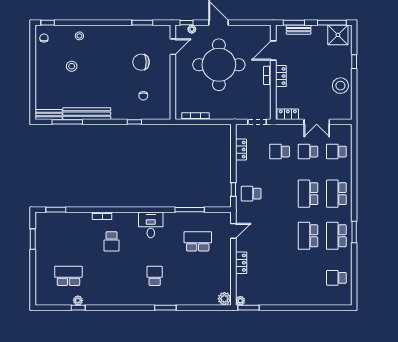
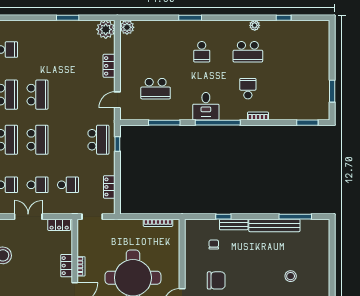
bench: (49, 114) -> (234, 224), moved
school desk: (251, 194) -> (98, 140), width x1.85
window: (140, 210) -> (218, 123), added
school desk: (68, 276) -> (248, 52), moved
plant: (78, 300) -> (255, 25), moved
plant: (240, 301) -> (106, 29), width x1.88, depth x1.88
window: (249, 308) -> (68, 18), moved

